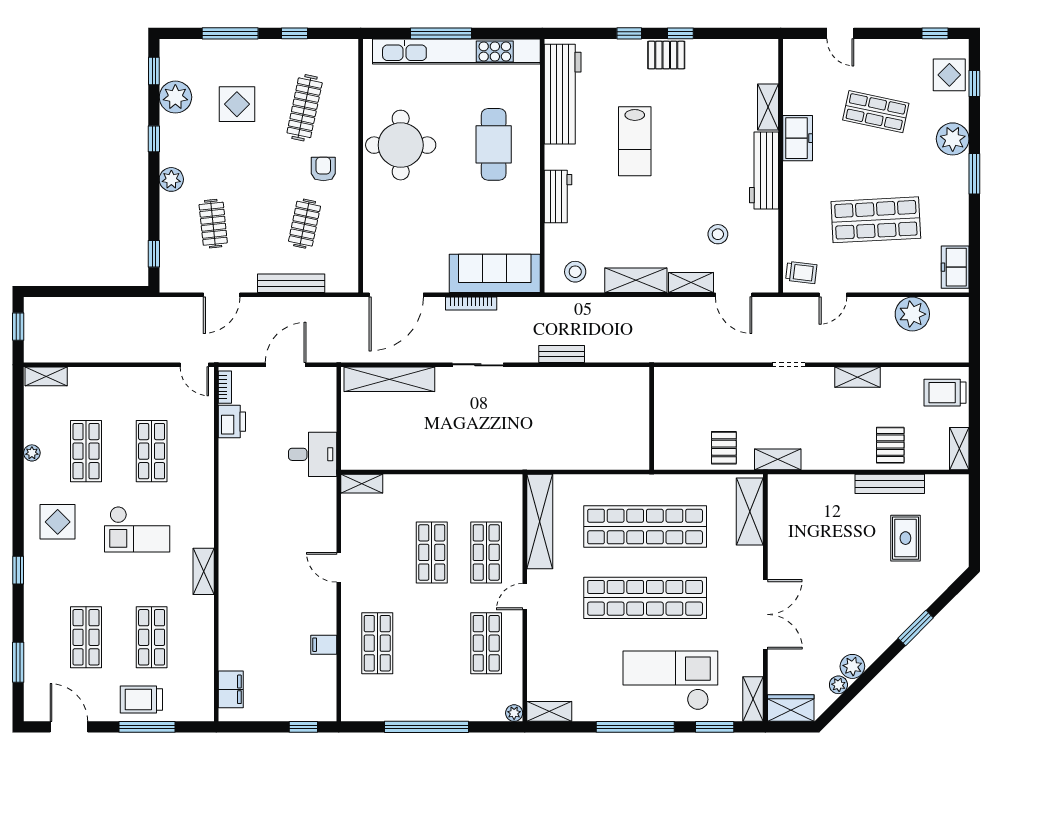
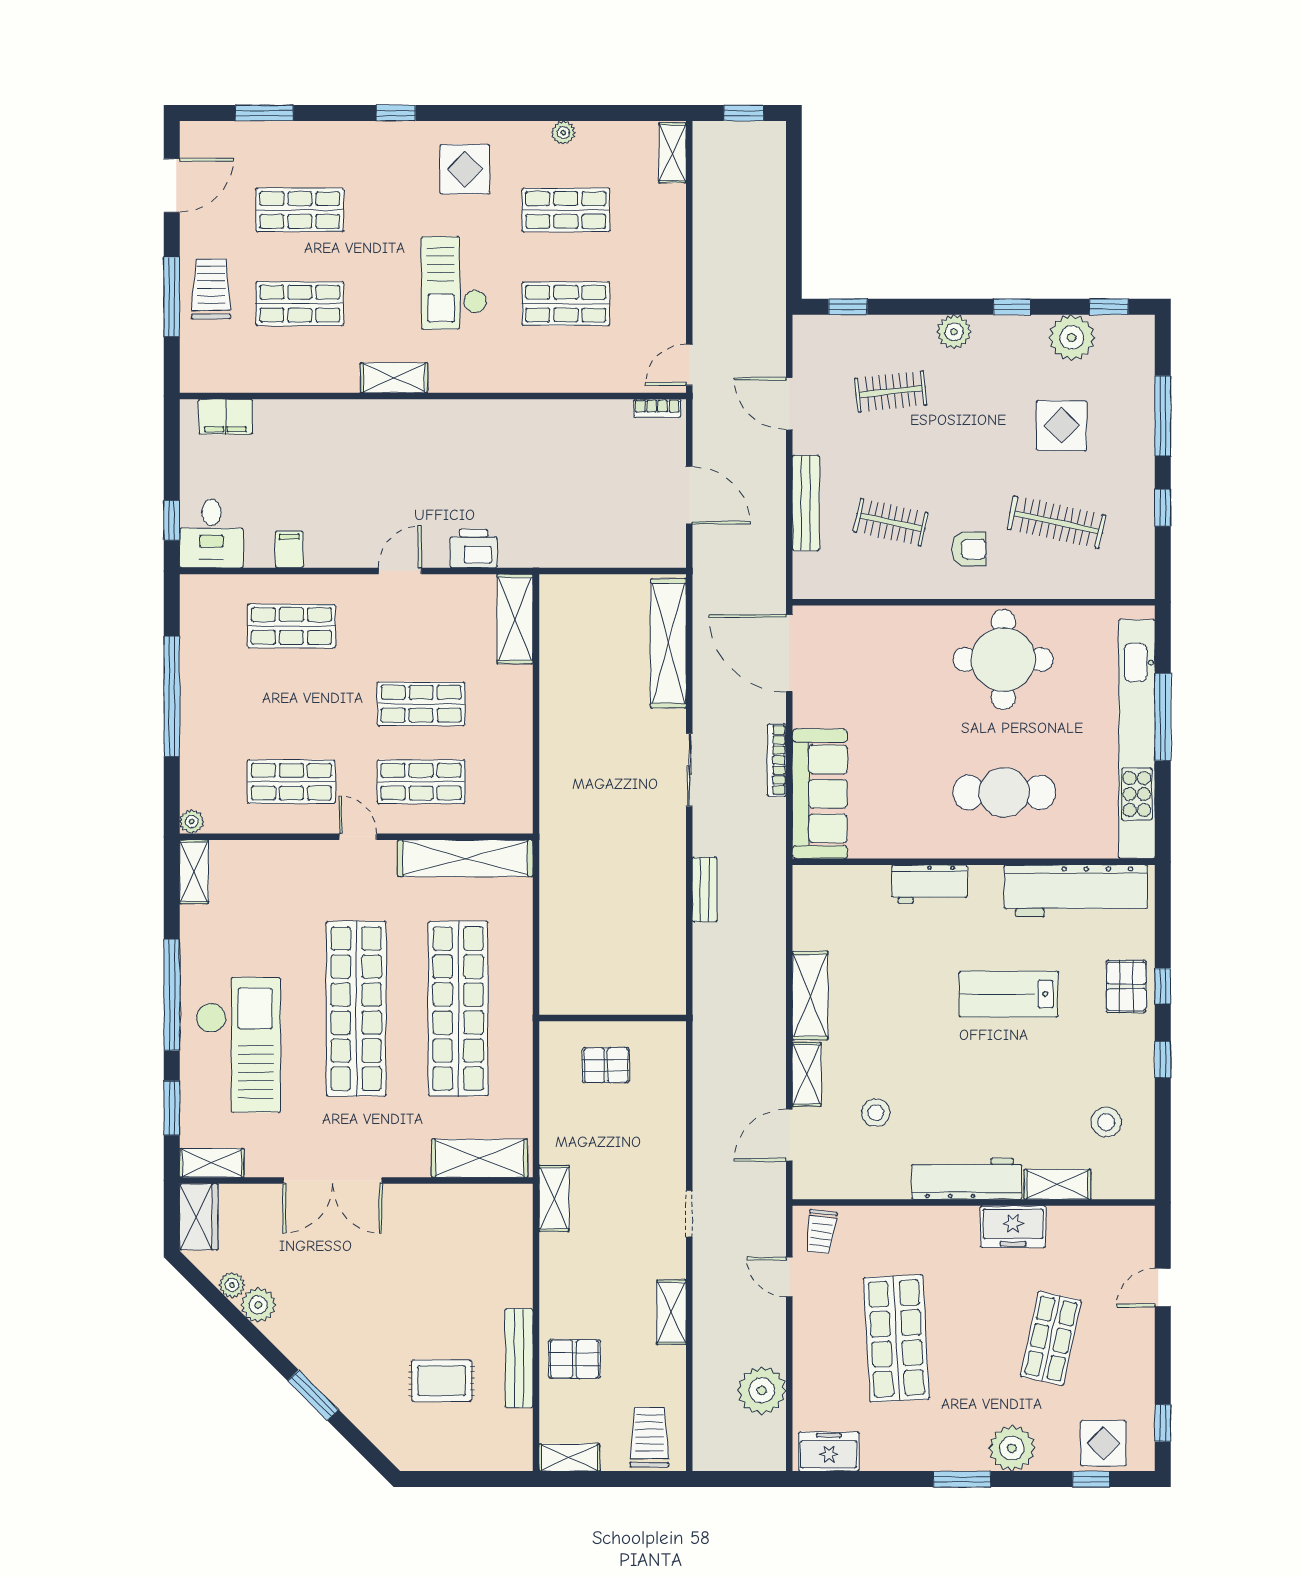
pallet: (666, 55) -> (1126, 986), moved
stool: (575, 272) -> (1106, 1122), moved
printer: (232, 422) -> (474, 548), moved, turned 180
pallet: (724, 448) -> (606, 1065), moved
desk: (313, 454) -> (211, 534), moved
shelving: (362, 484) -> (515, 619), width x1.50, depth x1.33

